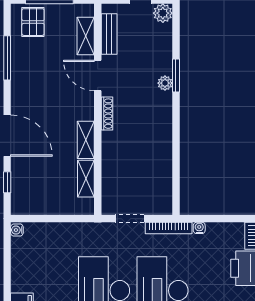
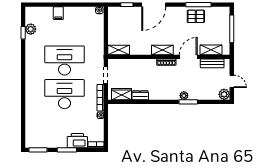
pallet: (33, 22) -> (196, 16), moved
shelving: (86, 140) -> (162, 50), moved
dresser: (164, 159) -> (140, 95), added
shelving: (86, 179) -> (119, 50), moved
wardrobe: (162, 192) -> (121, 94), added

